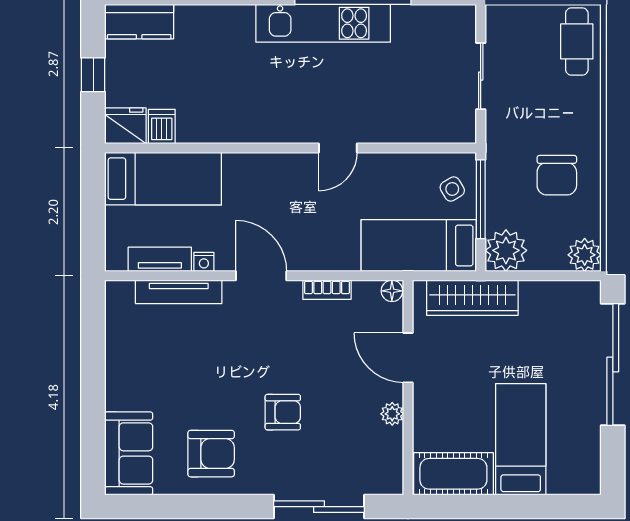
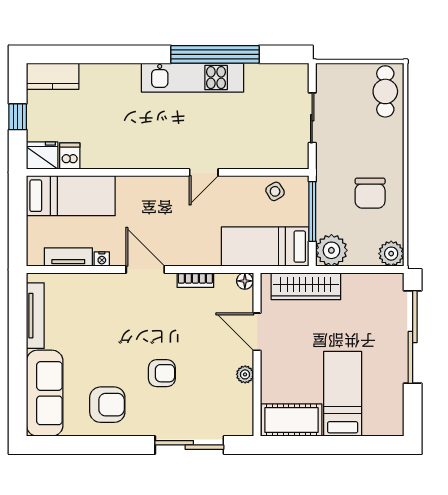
side table: (452, 189) -> (275, 191), moved
tv unit: (179, 292) -> (35, 316), moved, turned -90
sofa: (129, 453) -> (45, 393), width x1.36

